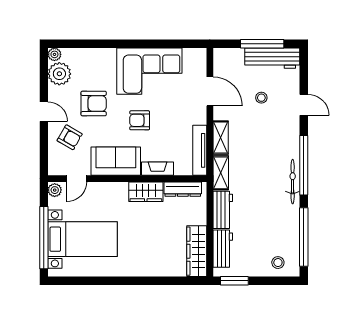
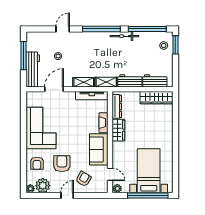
workbench: (272, 58) -> (33, 69), moved
armchair: (140, 120) -> (37, 163), moved
bicycle: (293, 182) -> (124, 36), moved
window: (234, 281) -> (175, 45), moved

